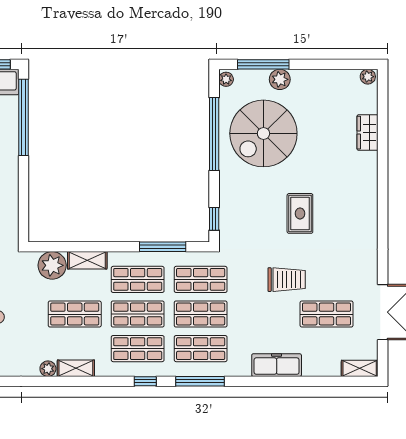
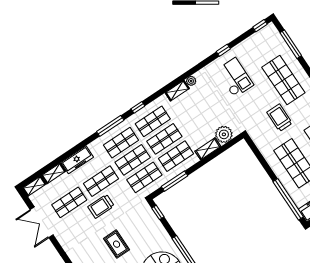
shop shelf: (75, 314) -> (101, 181), moved
shelving: (321, 368) -> (54, 173), added

